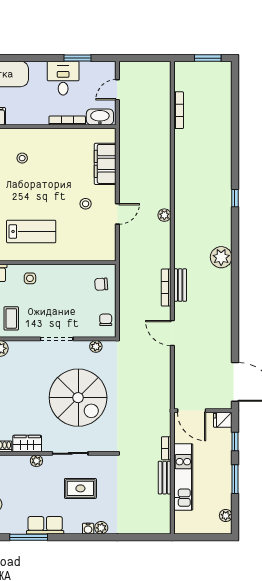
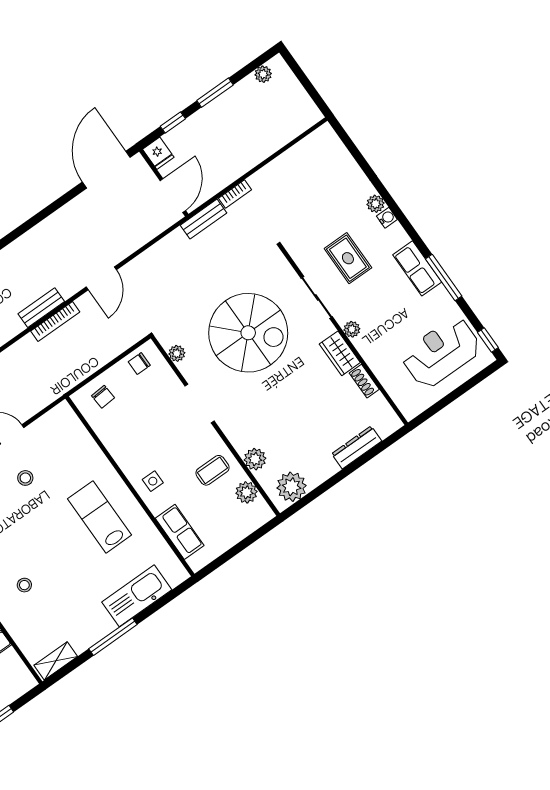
spiral stairs: (78, 398) -> (248, 333), turned 90
kitchen unit: (183, 477) -> (254, 152), removed
bench: (165, 478) -> (203, 219), moved

